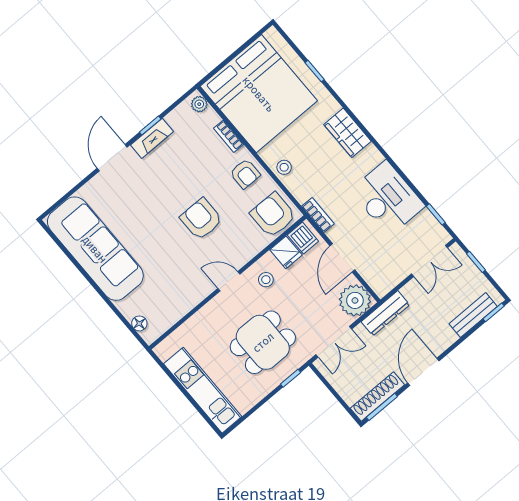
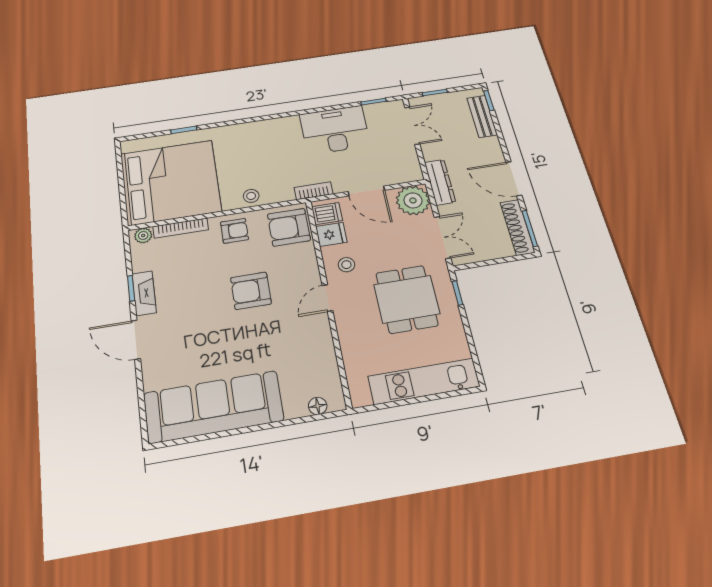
wardrobe: (347, 133) -> (256, 132), removed
bookcase: (229, 136) -> (181, 228), width x1.56

